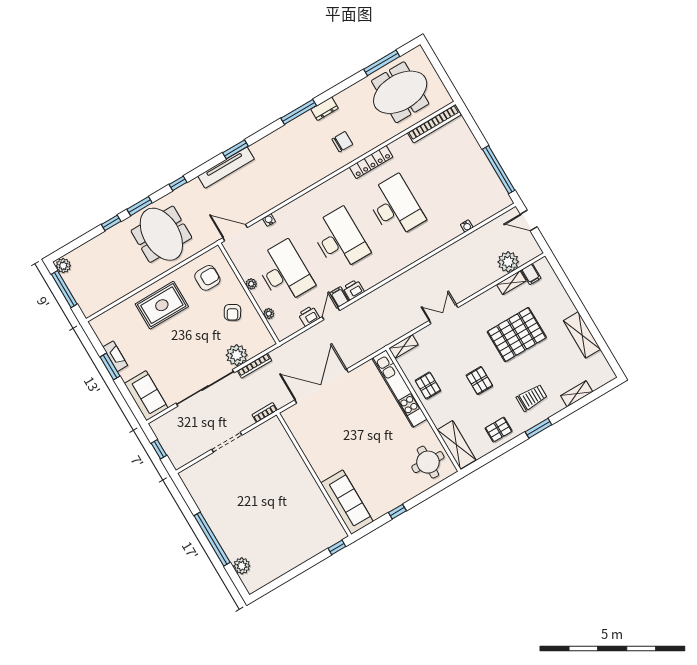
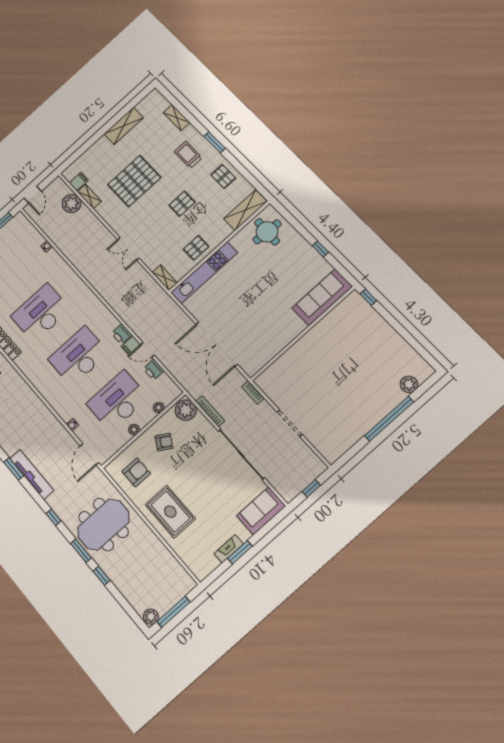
armchair: (207, 278) -> (136, 472), turned 90
pallet: (517, 335) -> (134, 181), turned 90
plant: (237, 355) -> (186, 410), moved

